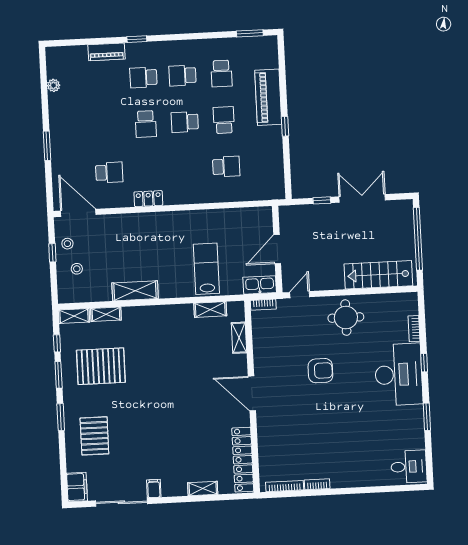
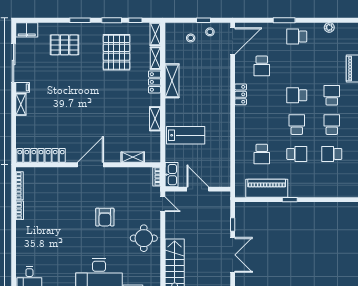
piano: (268, 97) -> (267, 188), moved
school desk: (68, 128) -> (297, 36), added
shelving: (210, 310) -> (155, 119), moved
locker: (138, 314) -> (155, 82), added
shelving: (203, 488) -> (21, 104), moved

